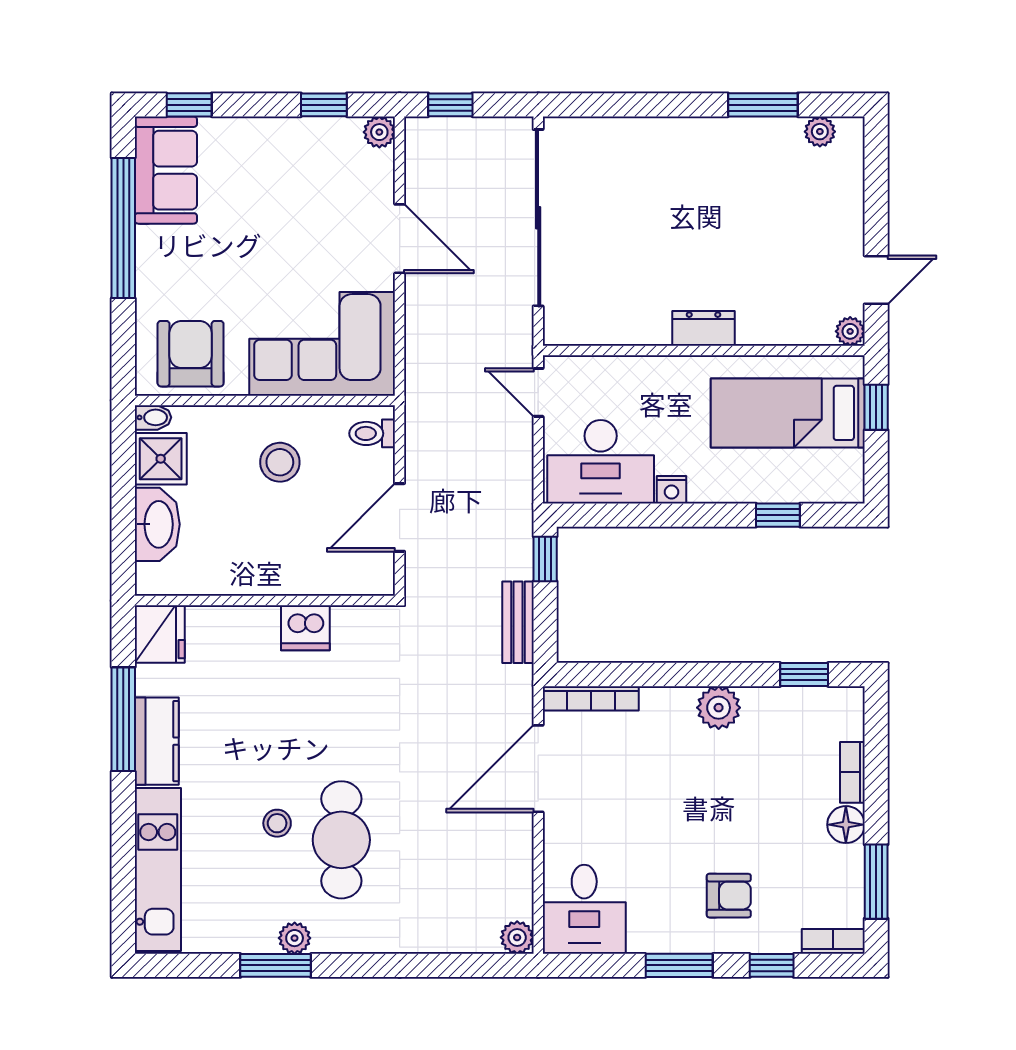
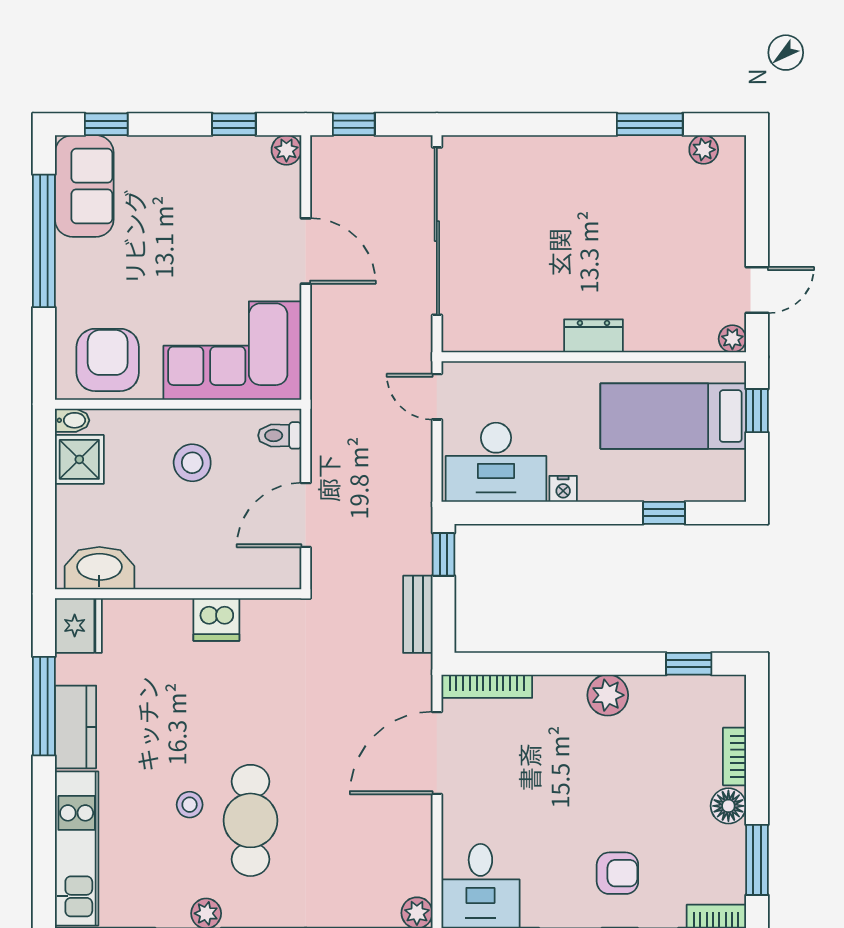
washbasin: (157, 524) -> (99, 568), moved, turned -90

